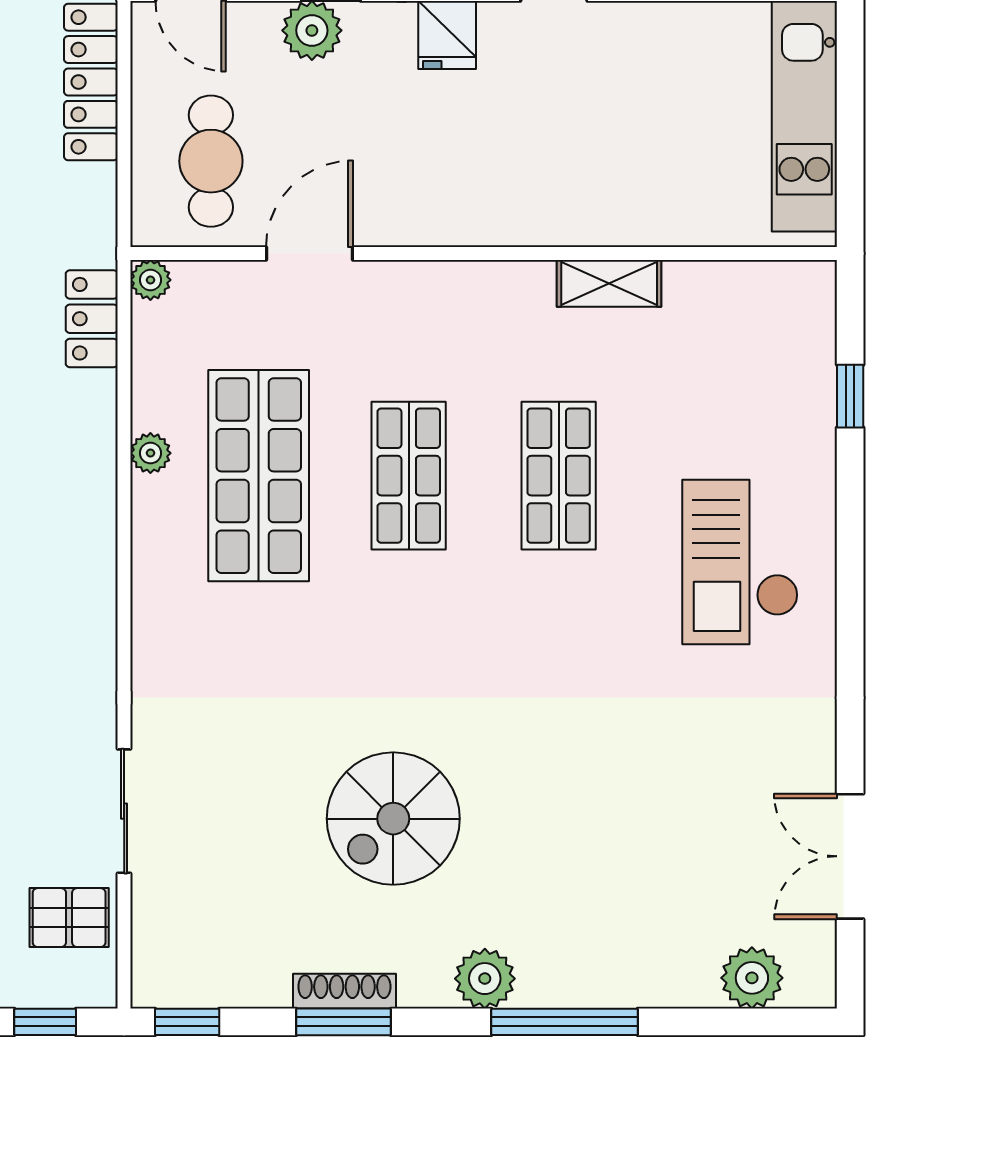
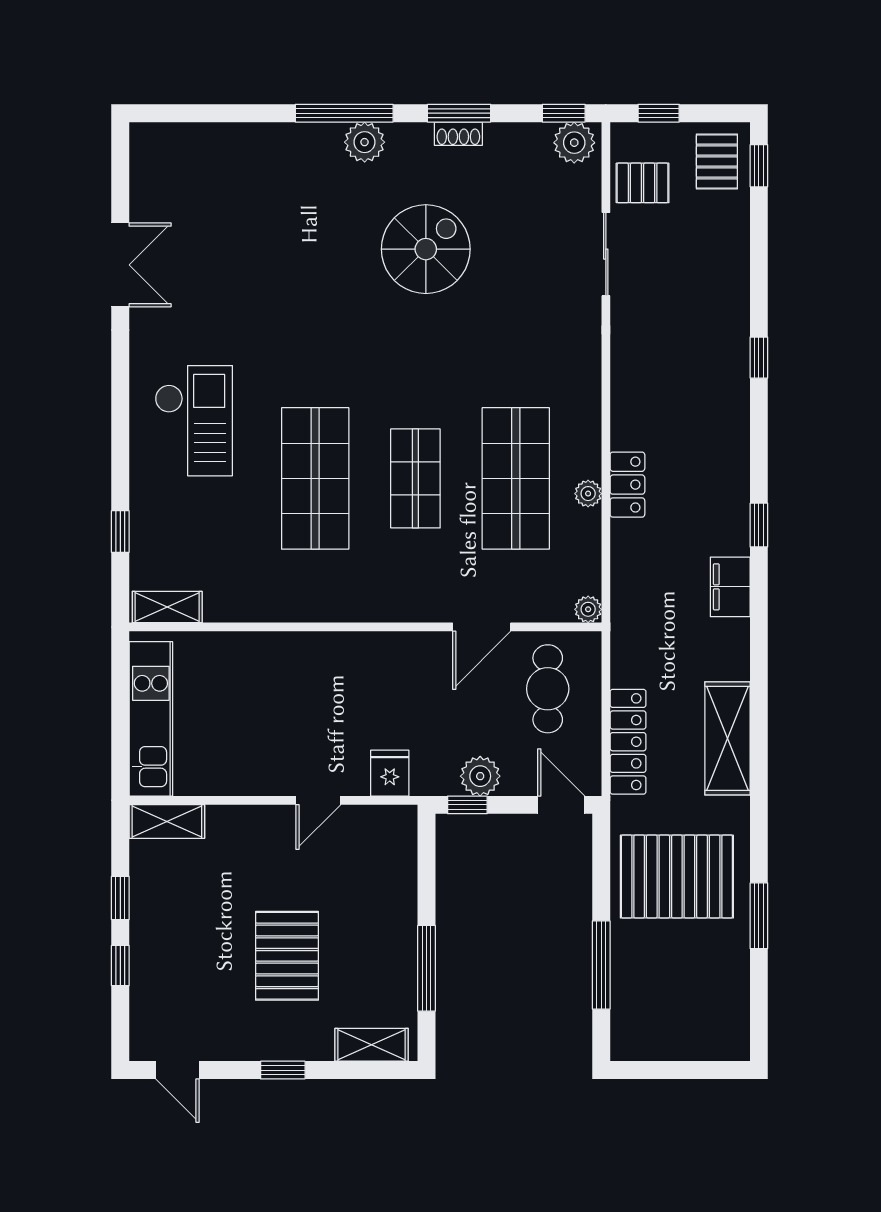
shelving: (609, 283) -> (167, 607), moved
locker: (92, 319) -> (627, 485), moved
shop shelf: (559, 476) -> (315, 478), width x1.43, depth x1.36
double door: (850, 856) -> (120, 265), moved
plant: (752, 978) -> (574, 143), moved
shoe rack: (344, 991) -> (458, 134), width x0.70
window: (564, 1022) -> (344, 113), moved

